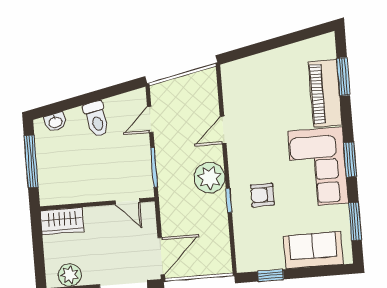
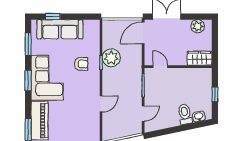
toilet: (96, 119) -> (185, 114), moved
window: (31, 161) -> (215, 94), width x0.46
plant: (210, 178) -> (111, 58), moved
sofa: (313, 250) -> (60, 29), width x1.36
window: (271, 275) -> (53, 17), moved

